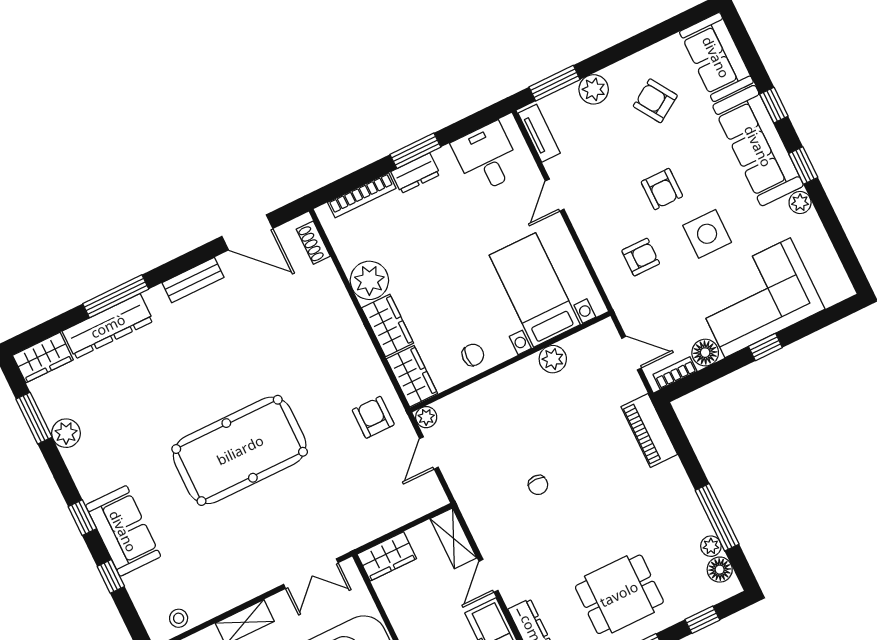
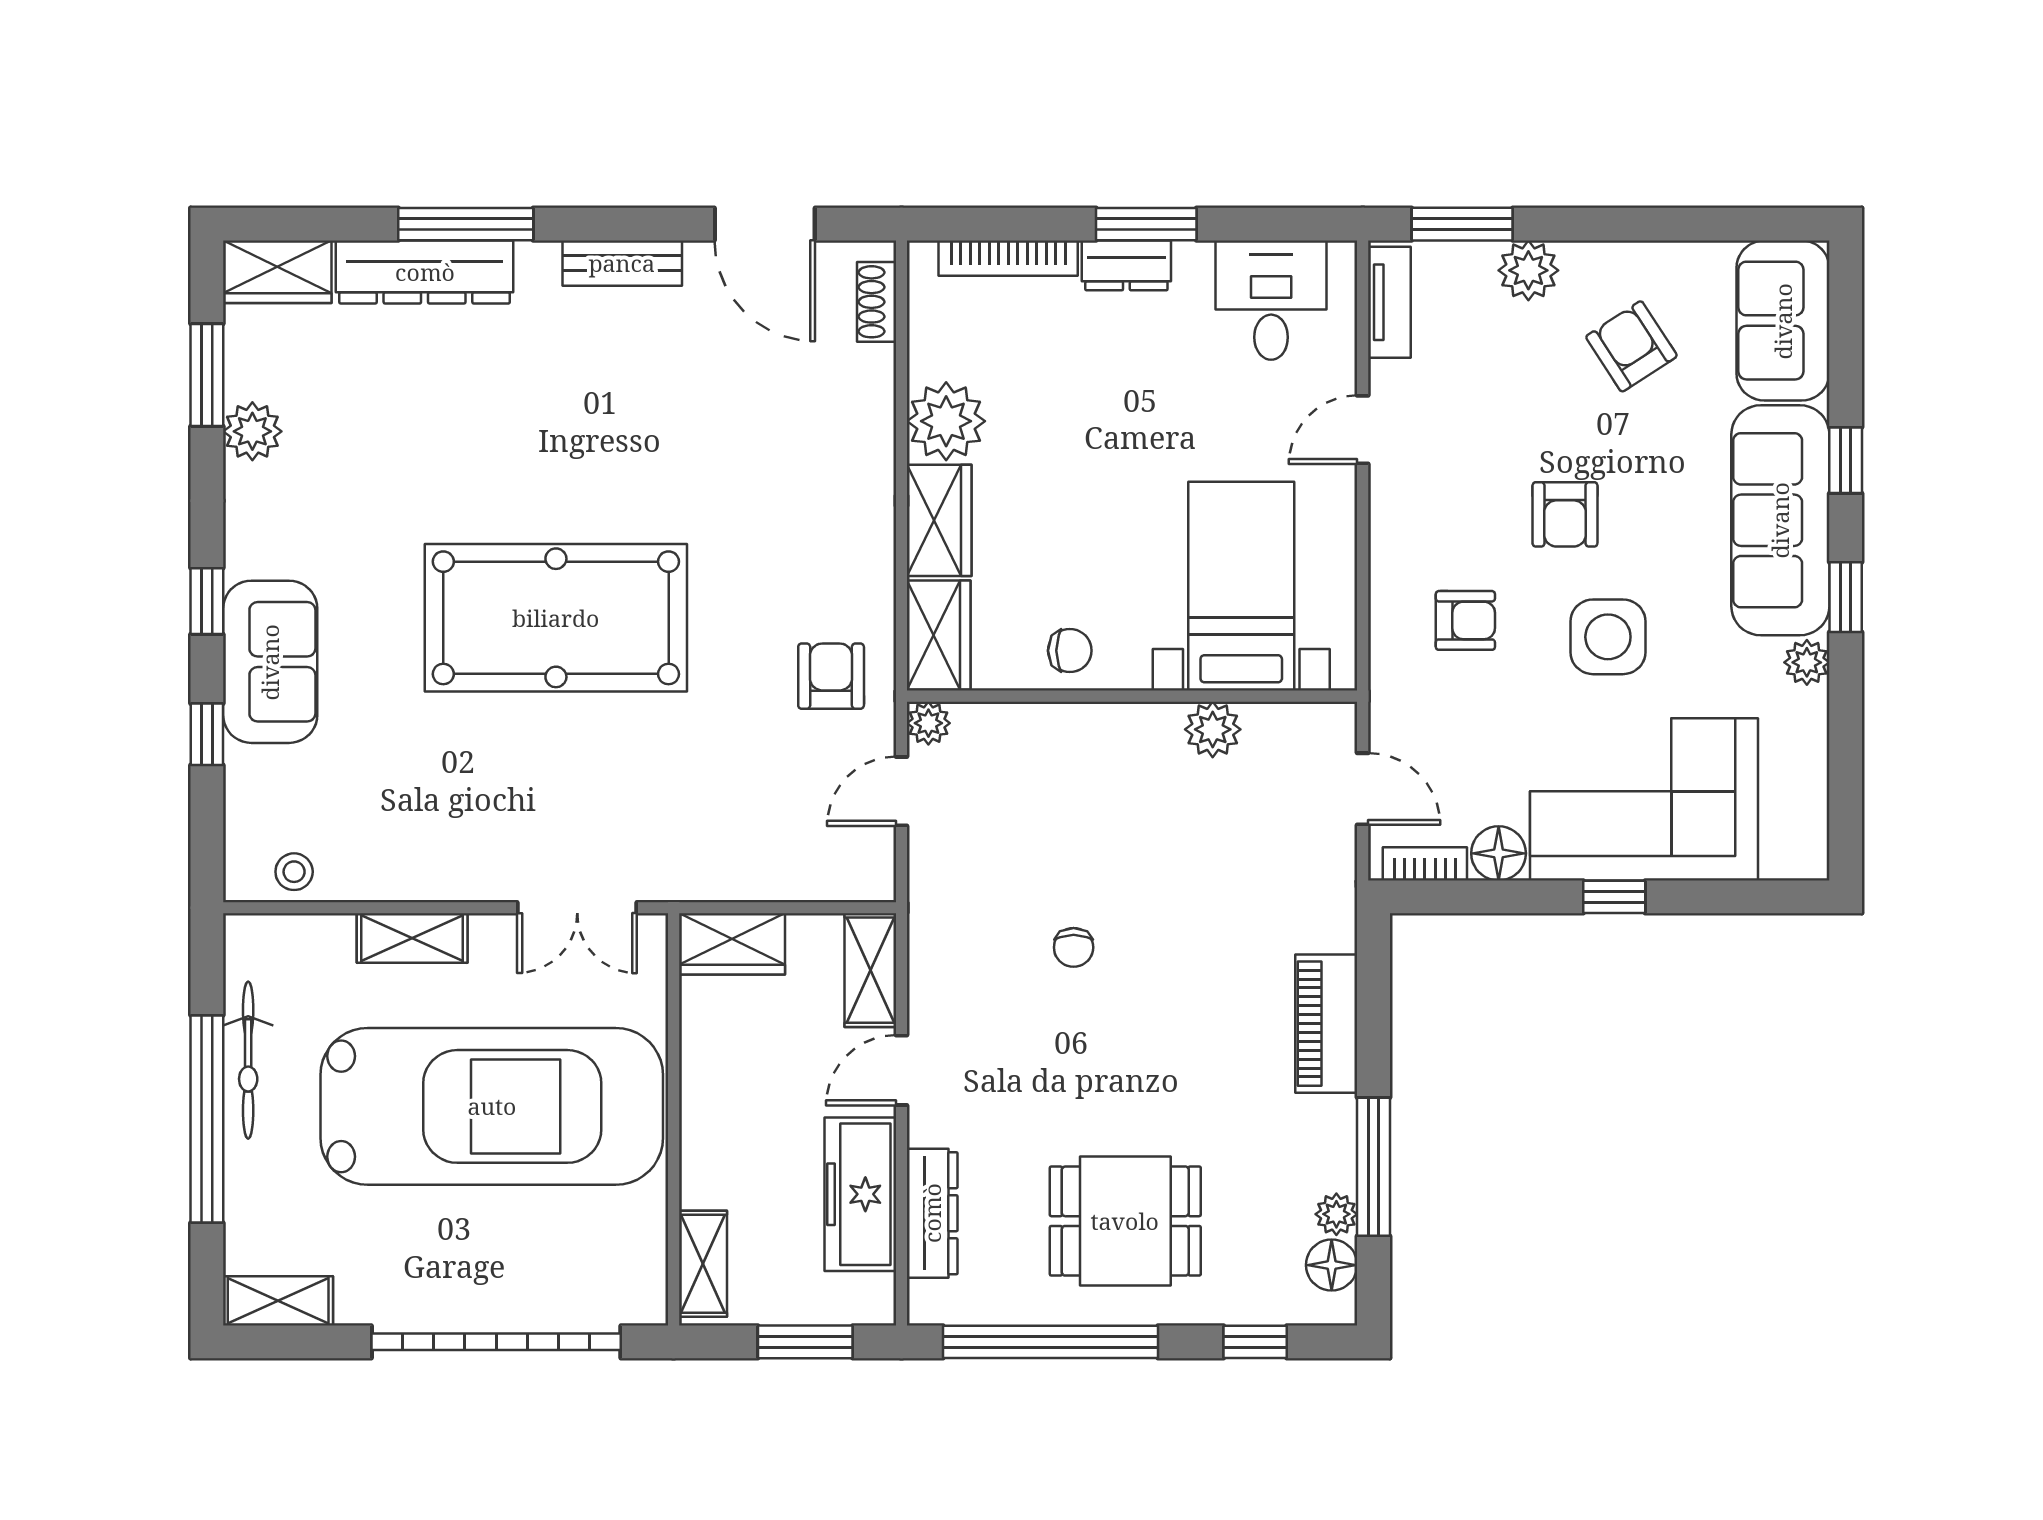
piano: (649, 430) -> (1326, 1024), moved

